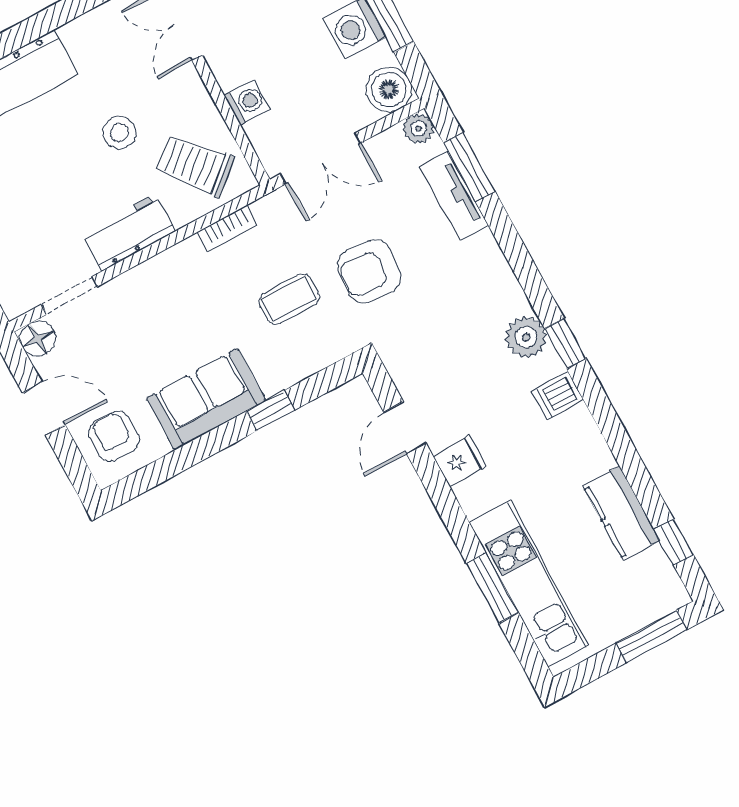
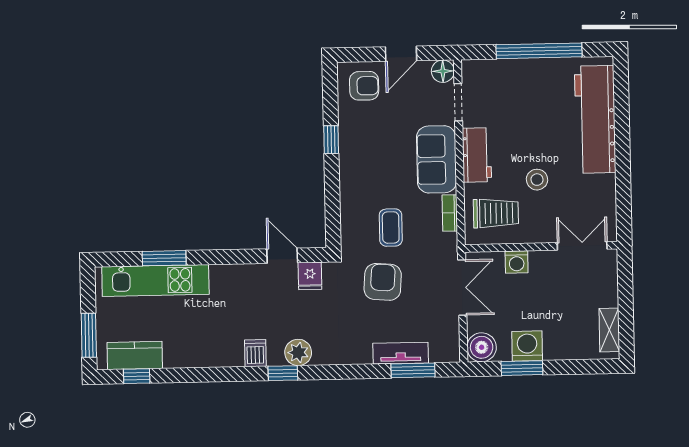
plant: (419, 128) -> (450, 353), removed
double door: (321, 158) -> (462, 287), swing flipped
trolley: (195, 165) -> (496, 213), turned 40
sofa: (206, 399) -> (437, 159), moved, turned 180
window: (271, 411) -> (331, 140), moved
fridge: (460, 461) -> (310, 276), moved
kitchen counter: (621, 513) -> (135, 355), moved

